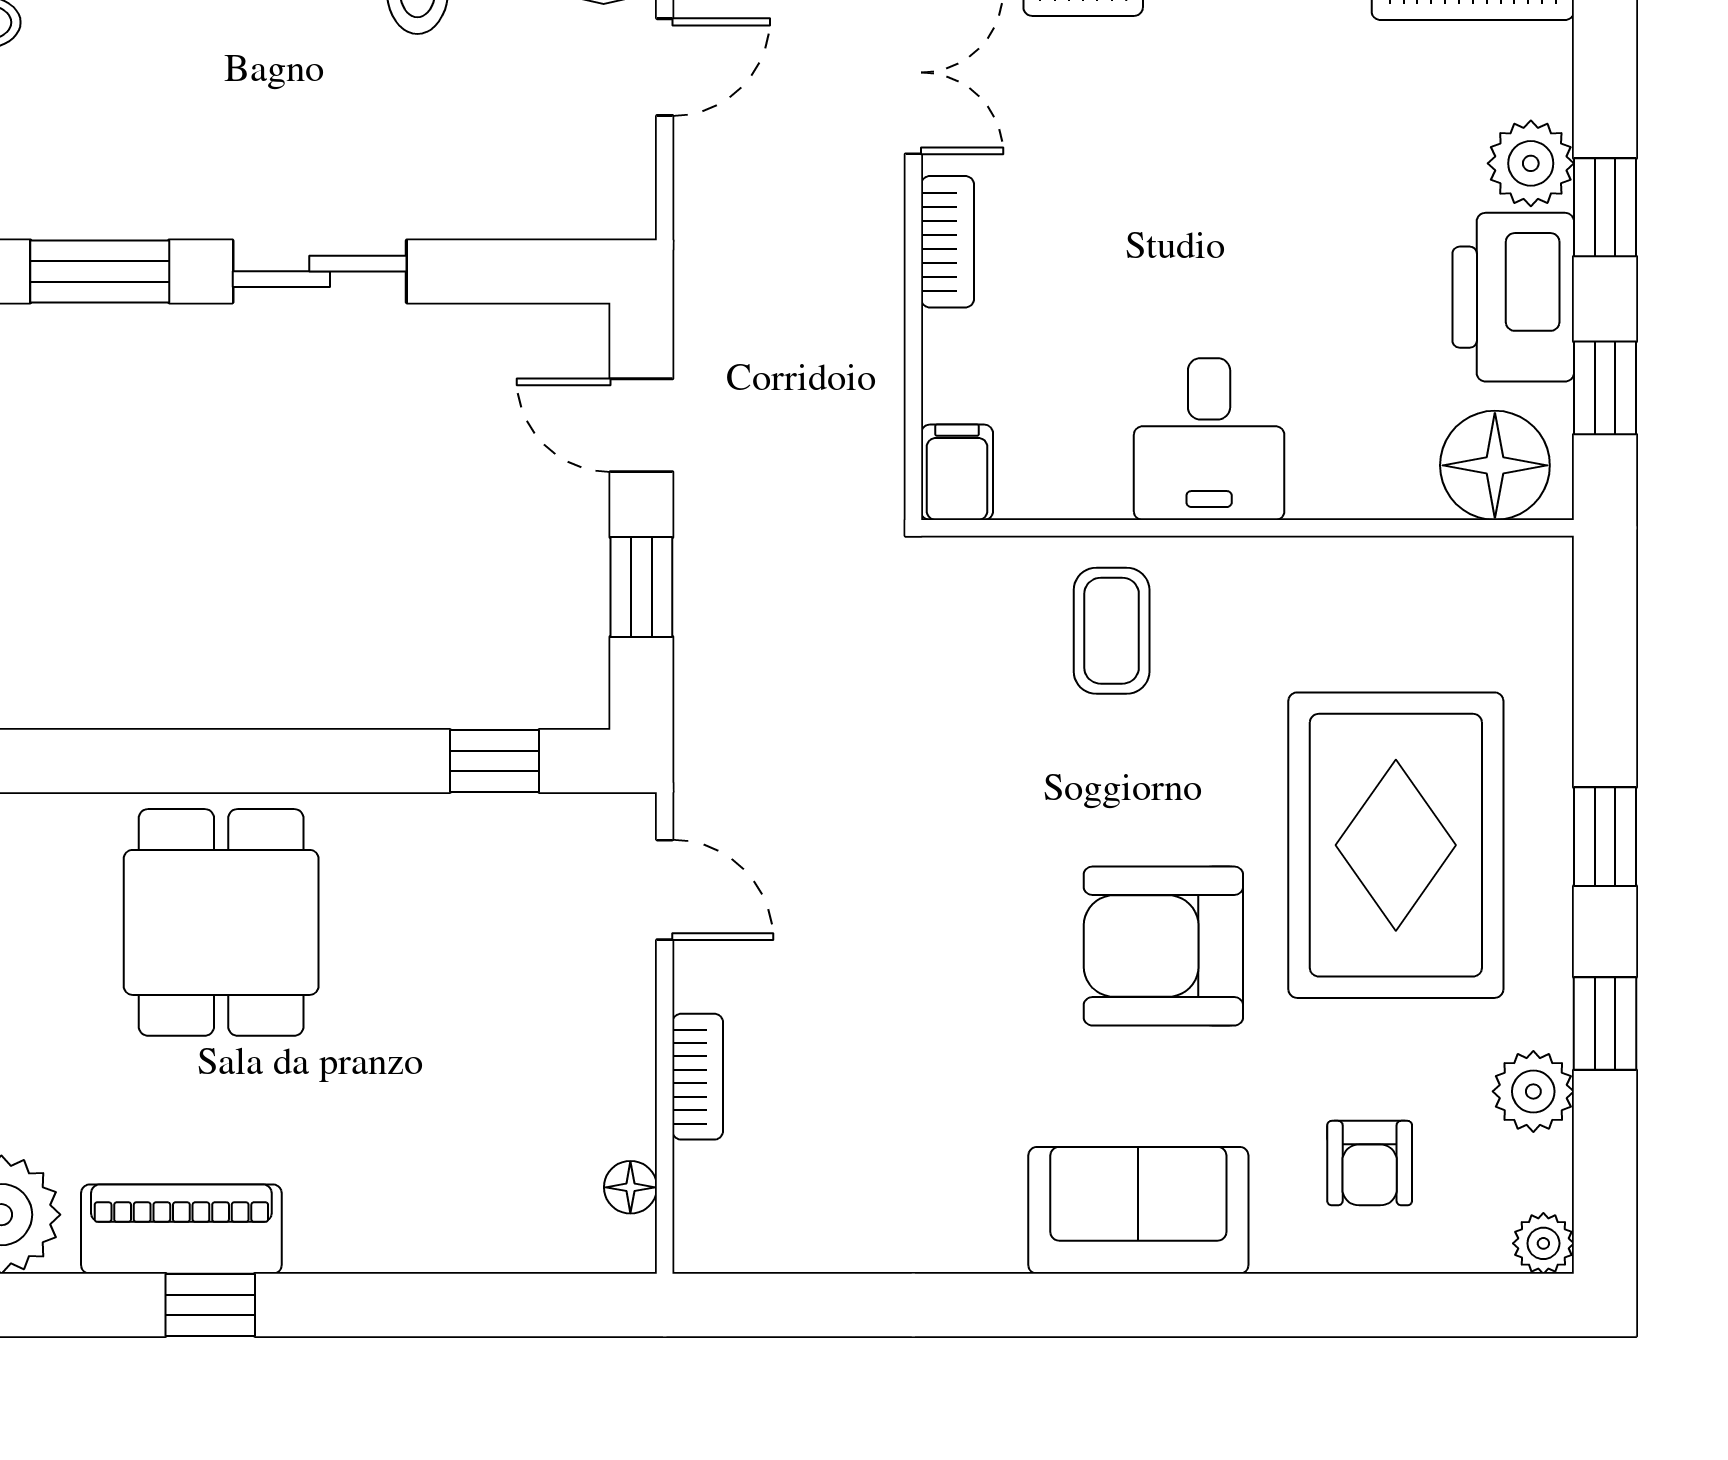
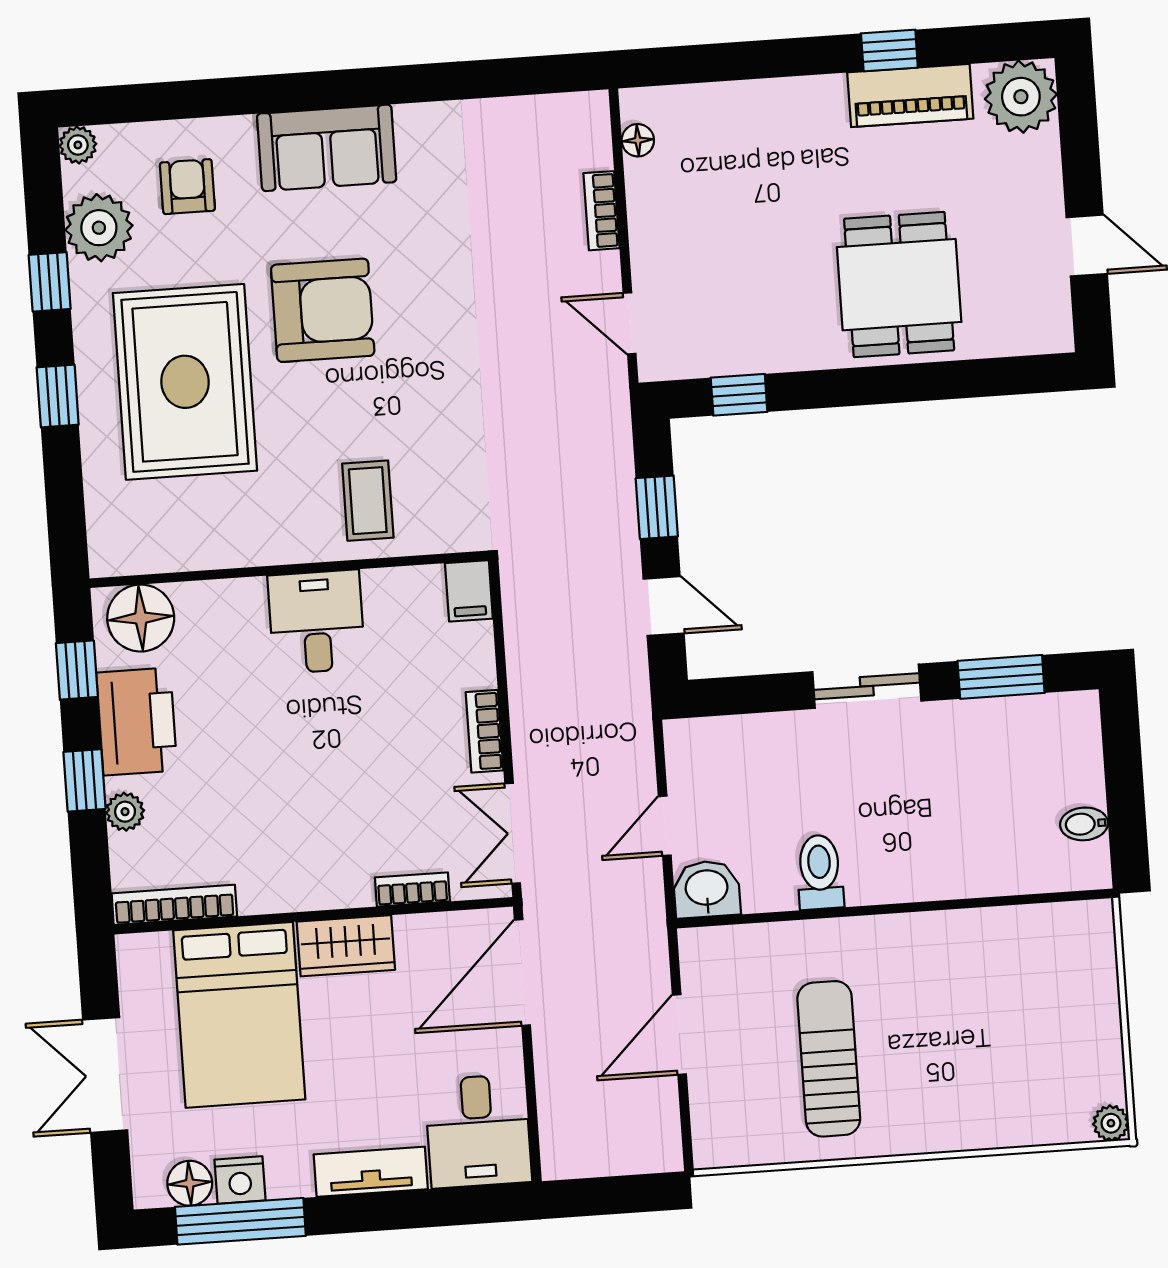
plant: (1531, 163) -> (125, 812), width x0.73, depth x0.73
plant: (1533, 1091) -> (99, 228), width x1.36, depth x1.36

